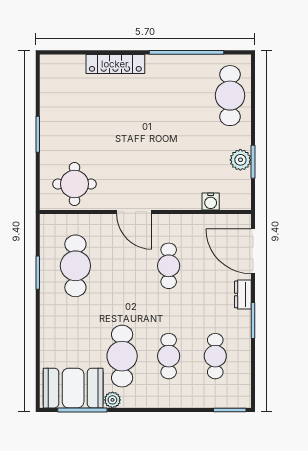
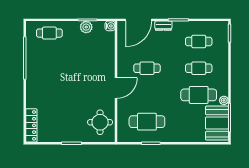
locker: (115, 64) -> (31, 125), moved
cafe table: (230, 96) -> (49, 33), width x0.73, depth x0.74
water cooler: (211, 201) -> (110, 26), moved

